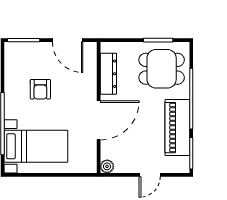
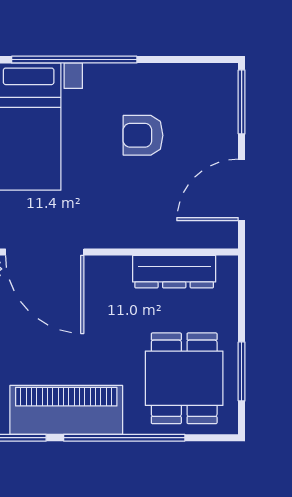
door: (99, 120) -> (45, 252), moved

